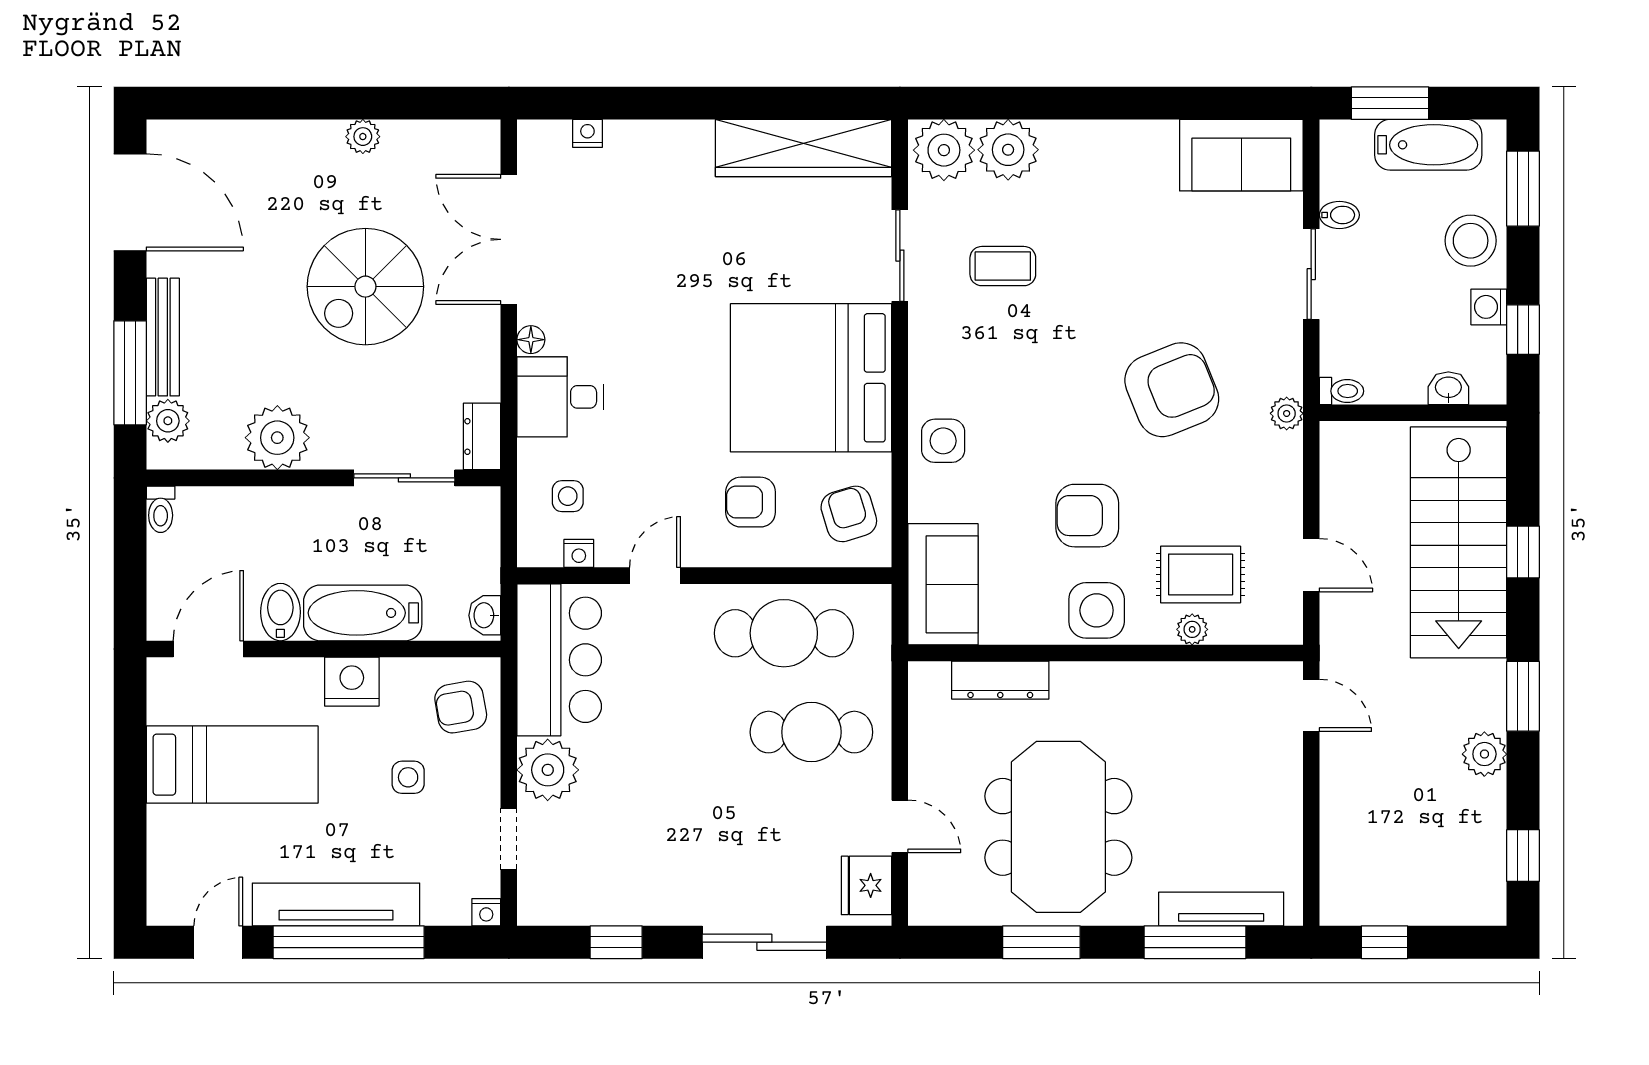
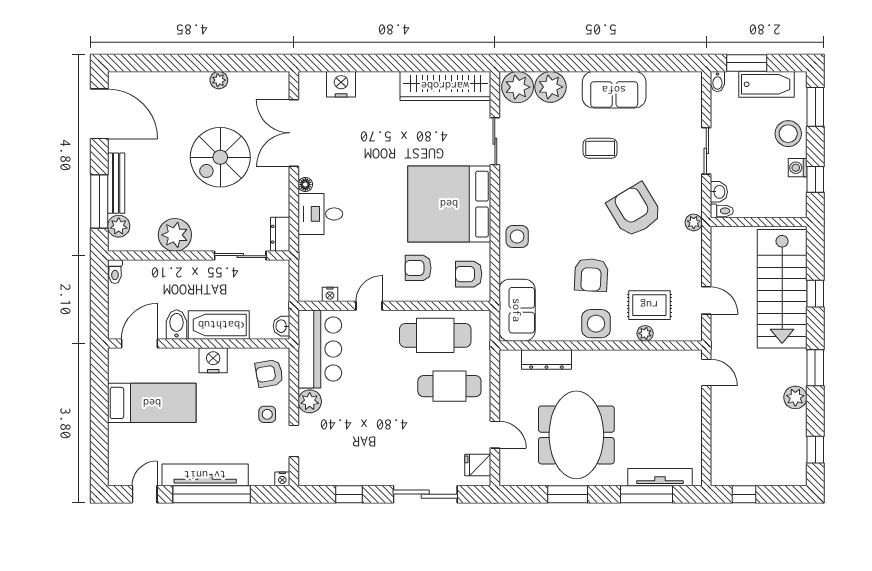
nightstand: (587, 133) -> (341, 84), width x1.89, depth x1.79
sofa: (1241, 155) -> (614, 90), moved
bidet: (1339, 215) -> (717, 82), moved, turned 90
coffee table: (1003, 266) -> (600, 148), moved
washbasin: (1448, 388) -> (719, 192), moved, turned 90
armchair: (1172, 390) -> (635, 210), turned -99
side table: (568, 496) -> (324, 265), removed
armchair: (849, 514) -> (469, 274), turned -73
armchair: (1087, 516) -> (591, 275), turned -87
plant: (548, 770) -> (310, 401), width x0.73, depth x0.73
side table: (408, 777) -> (267, 414), moved
fridge: (866, 885) -> (478, 465), width x0.72

